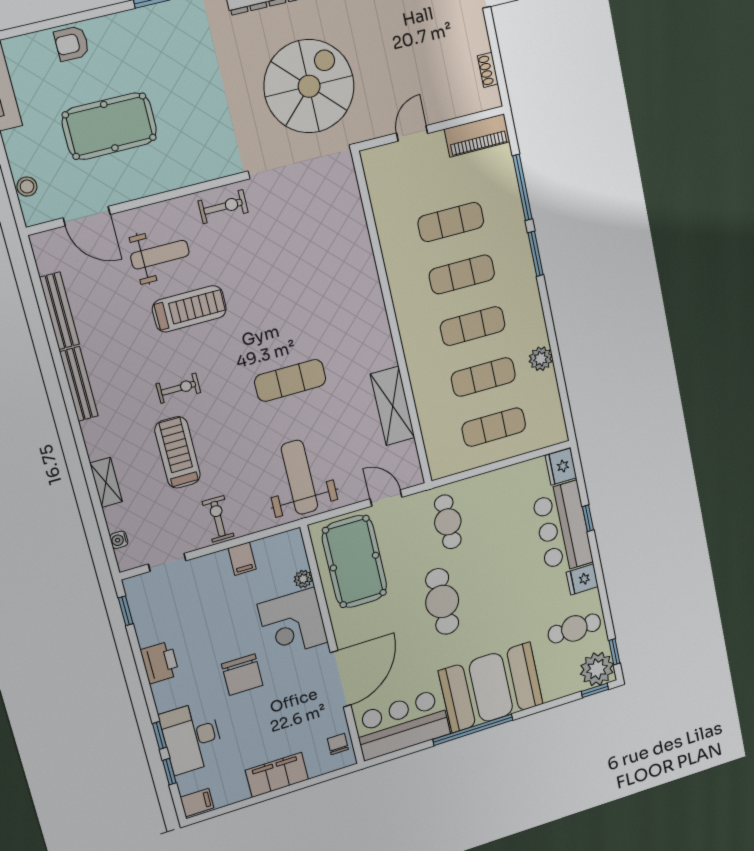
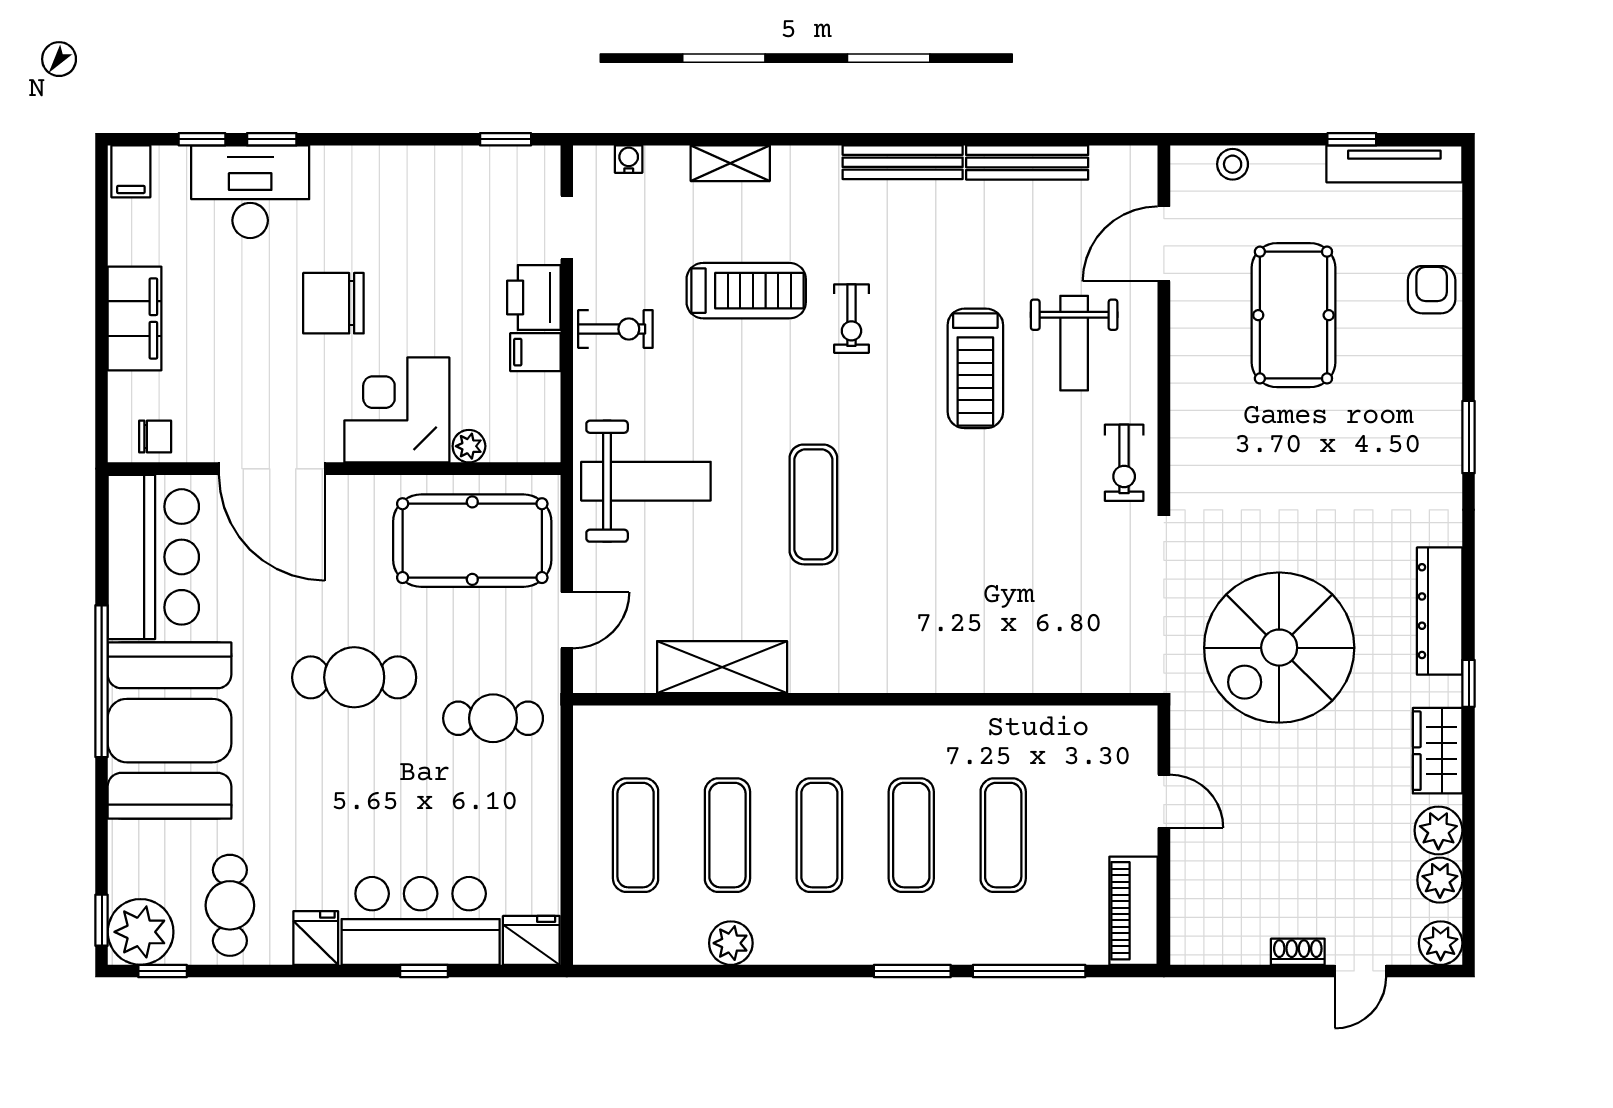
shoe rack: (488, 70) -> (1298, 952), moved
spiral stairs: (309, 86) -> (1279, 648), turned 90
printer: (160, 662) -> (534, 298), moved, turned 90

